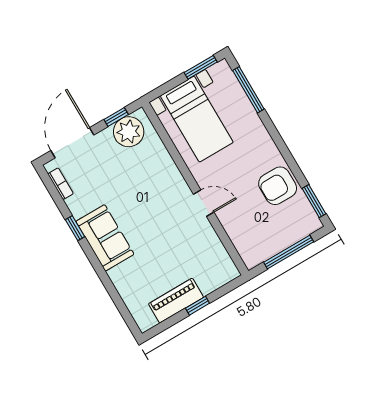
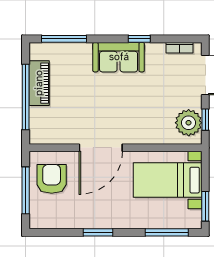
armchair: (278, 186) -> (52, 179), moved
window: (314, 201) -> (98, 232), moved
door: (204, 203) -> (101, 148), width x1.87
window: (118, 302) -> (64, 39), added
window: (197, 306) -> (26, 97), width x3.17

